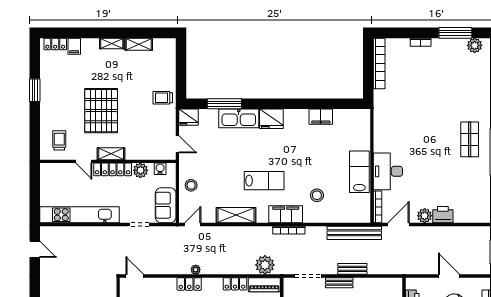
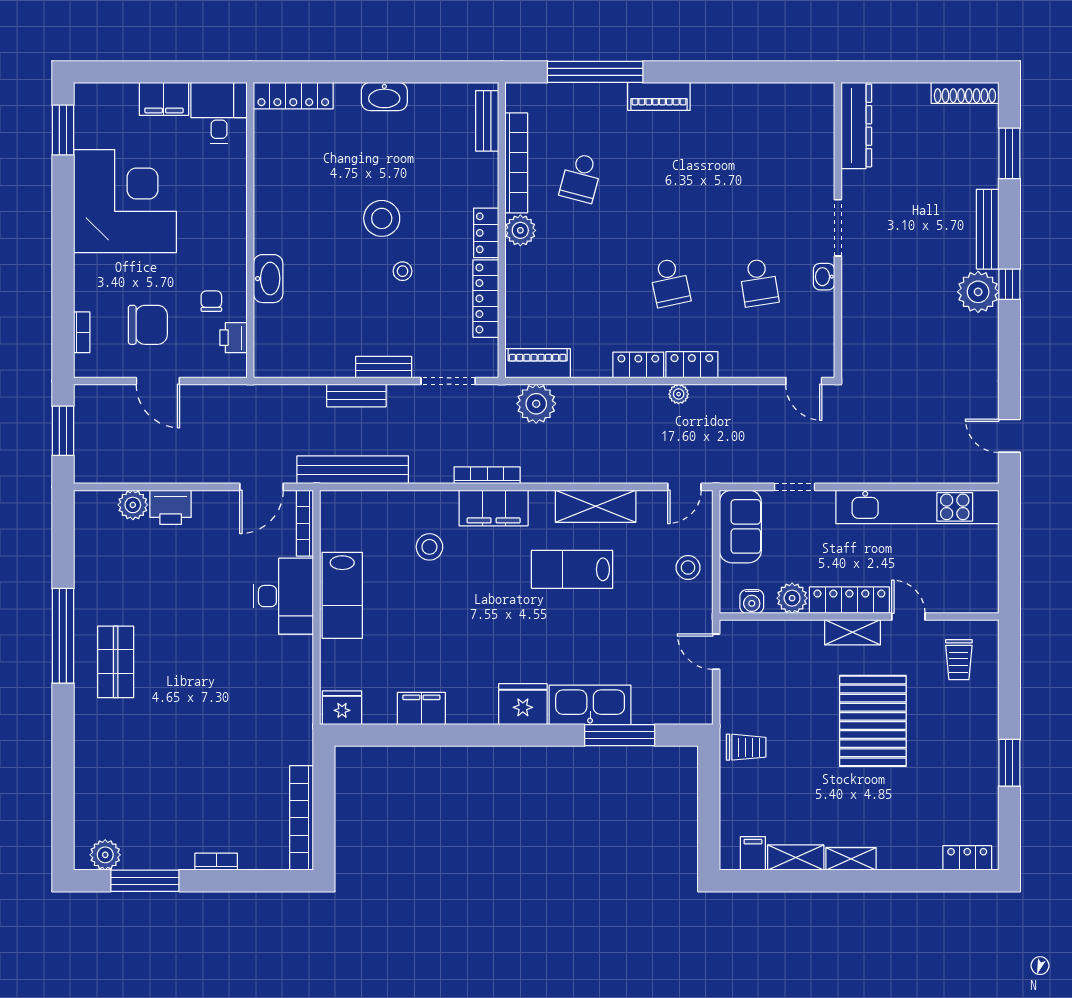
filing cabinet: (74, 46) -> (753, 853), moved
fridge: (188, 117) -> (342, 708), moved
lab bench: (264, 181) -> (572, 569), moved
plant: (425, 216) -> (133, 505), moved
locker: (235, 284) -> (638, 365), moved

